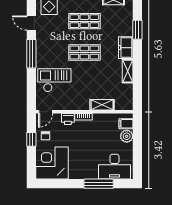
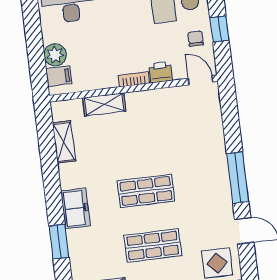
shelving: (128, 71) -> (64, 142), moved
checkout: (54, 80) -> (192, 137), removed
door: (46, 112) -> (201, 80), hinge flipped

